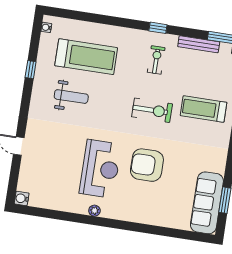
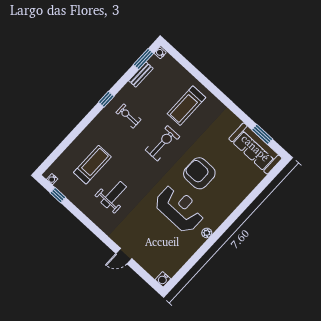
bench: (199, 44) -> (141, 75), width x0.73
treadmill: (86, 57) -> (92, 165), width x0.73, depth x0.73
window: (31, 70) -> (58, 195), moved
armchair: (147, 165) -> (199, 173), turned 90

